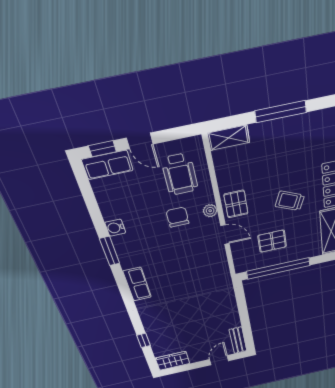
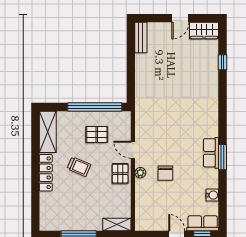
wheelchair: (180, 174) -> (156, 206), removed
water cooler: (115, 228) -> (212, 195), moved
row of seats: (137, 284) -> (211, 153), moved
door: (219, 360) -> (180, 18), moved

